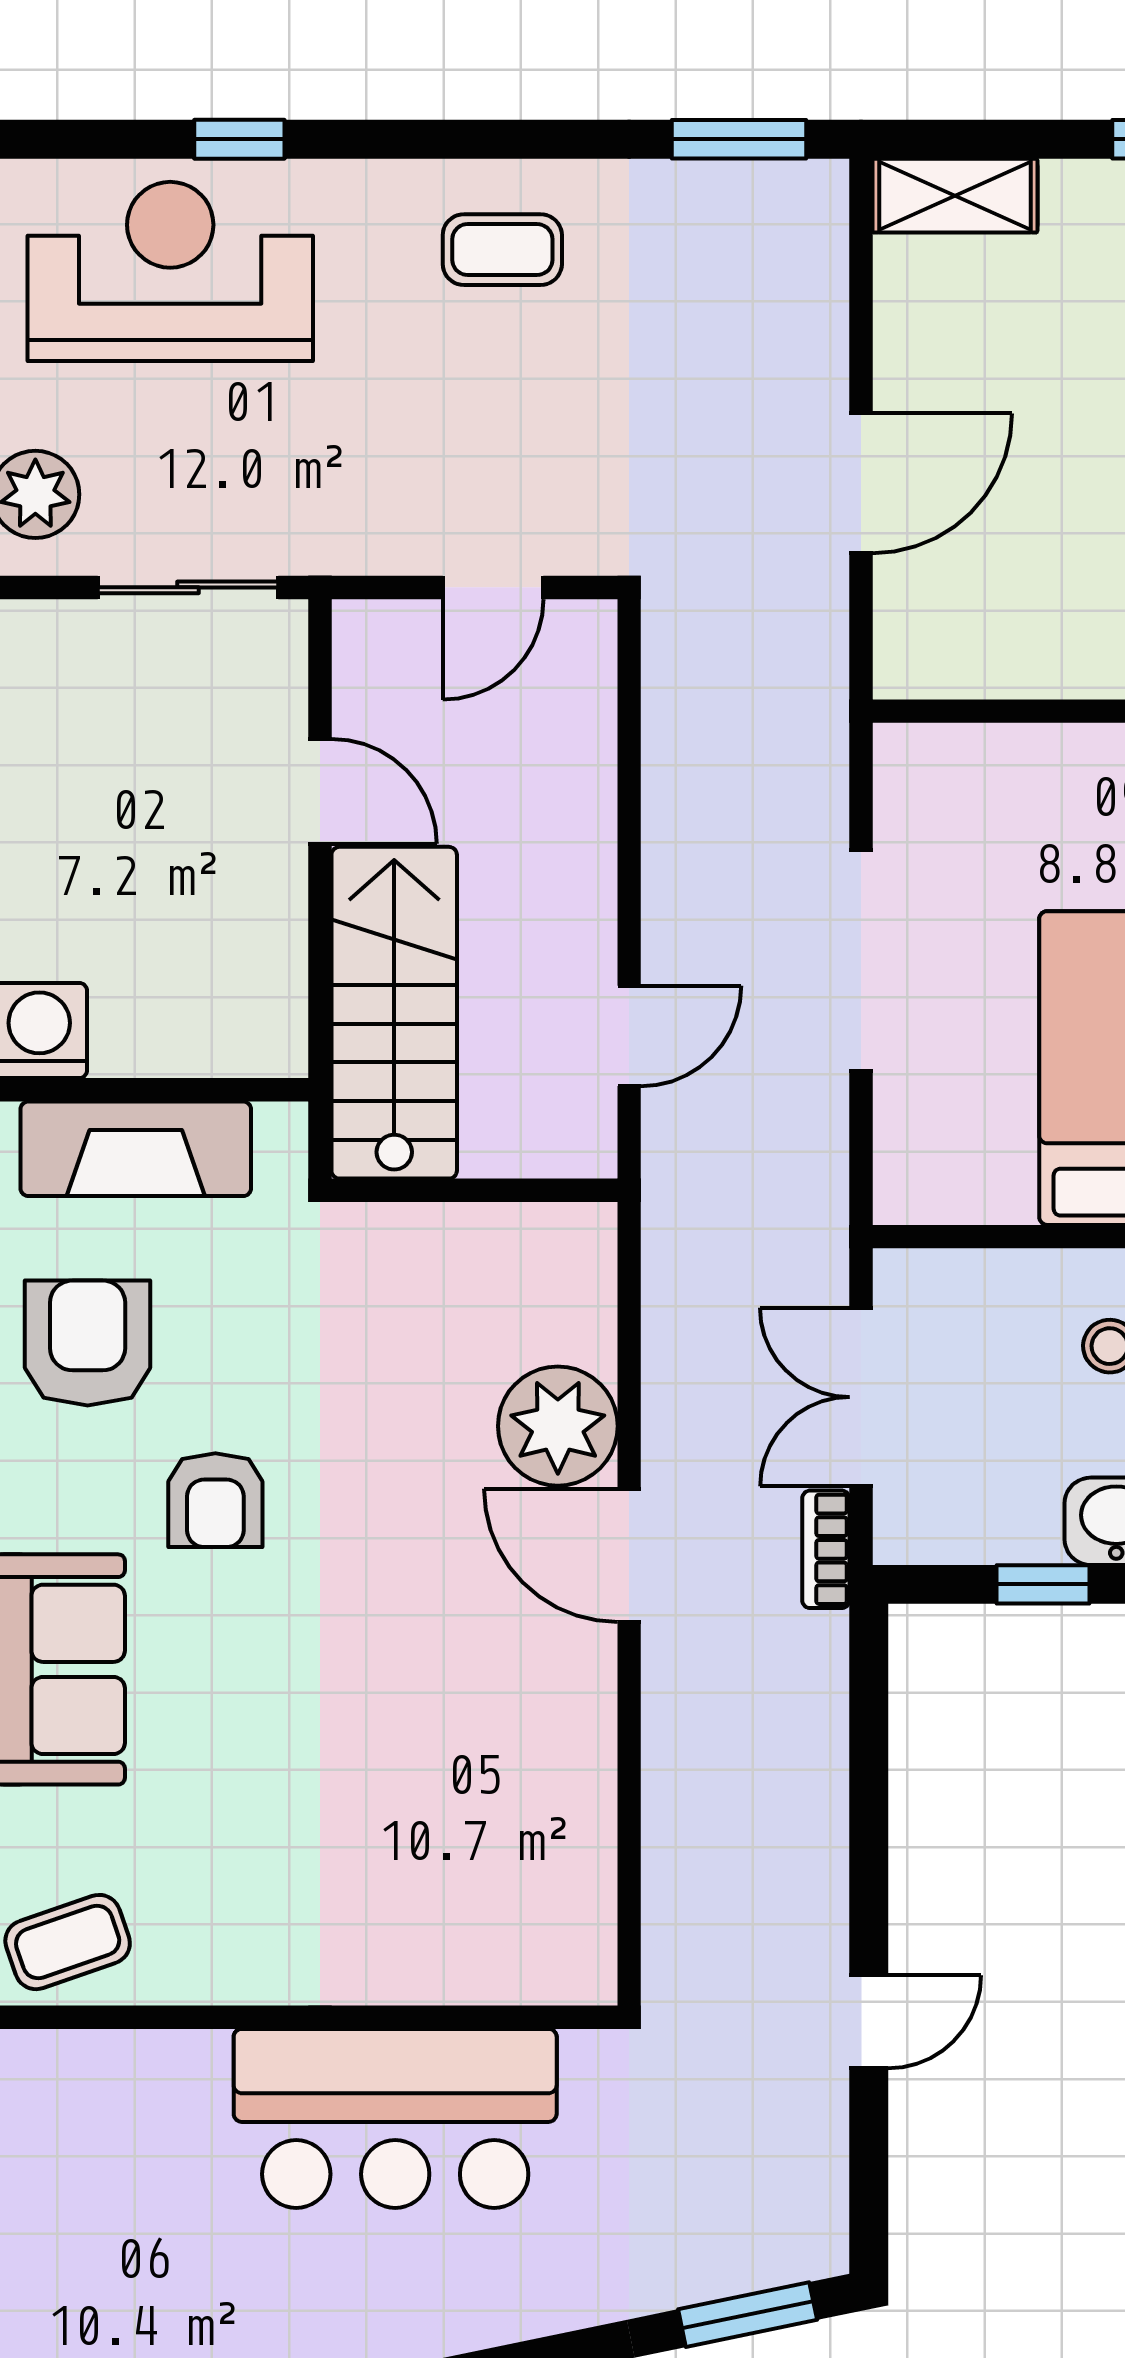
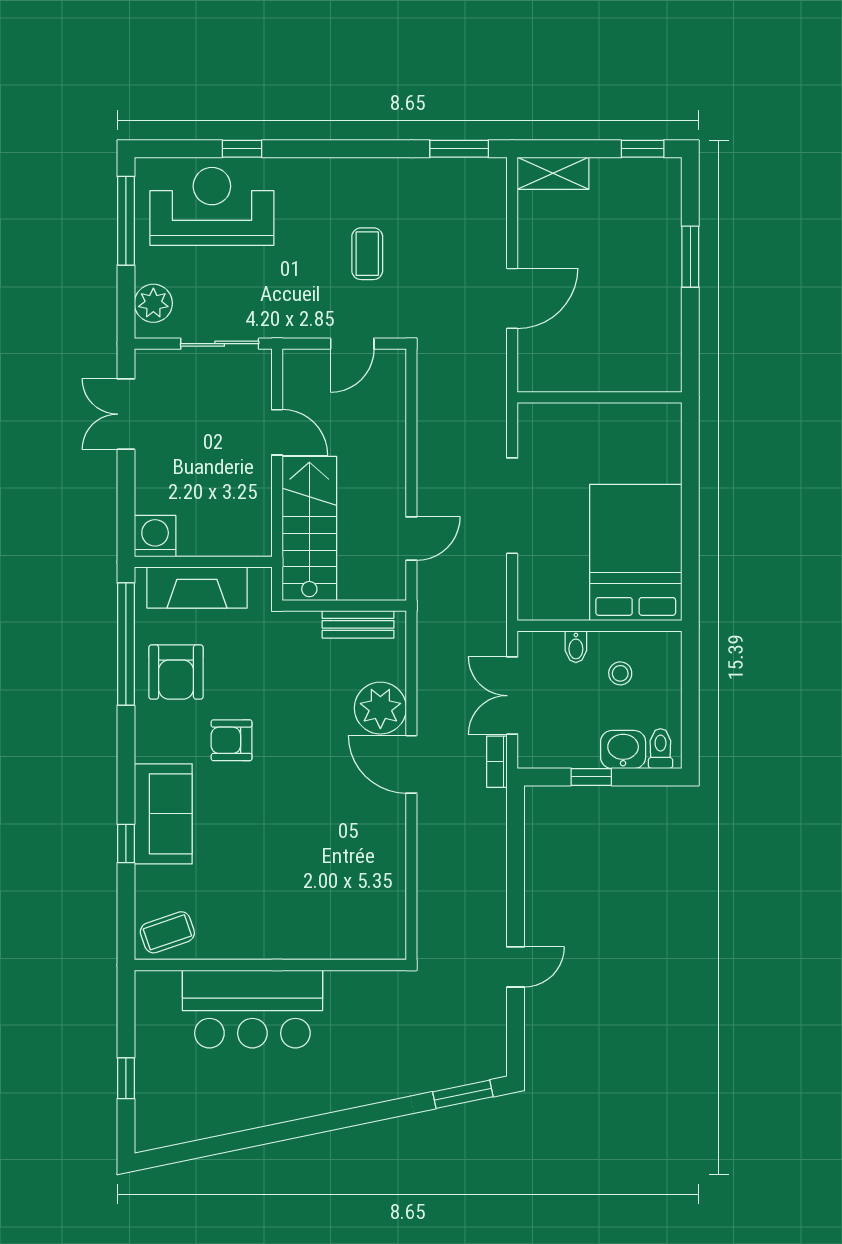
coffee table: (502, 250) -> (367, 254), moved, turned 90
bench: (506, 1233) -> (358, 624), added
bidet: (1008, 1285) -> (576, 647), added
armchair: (88, 1343) -> (176, 672), turned 180
armchair: (215, 1500) -> (232, 740), turned 90
bar counter: (395, 2118) -> (252, 1009), moved

